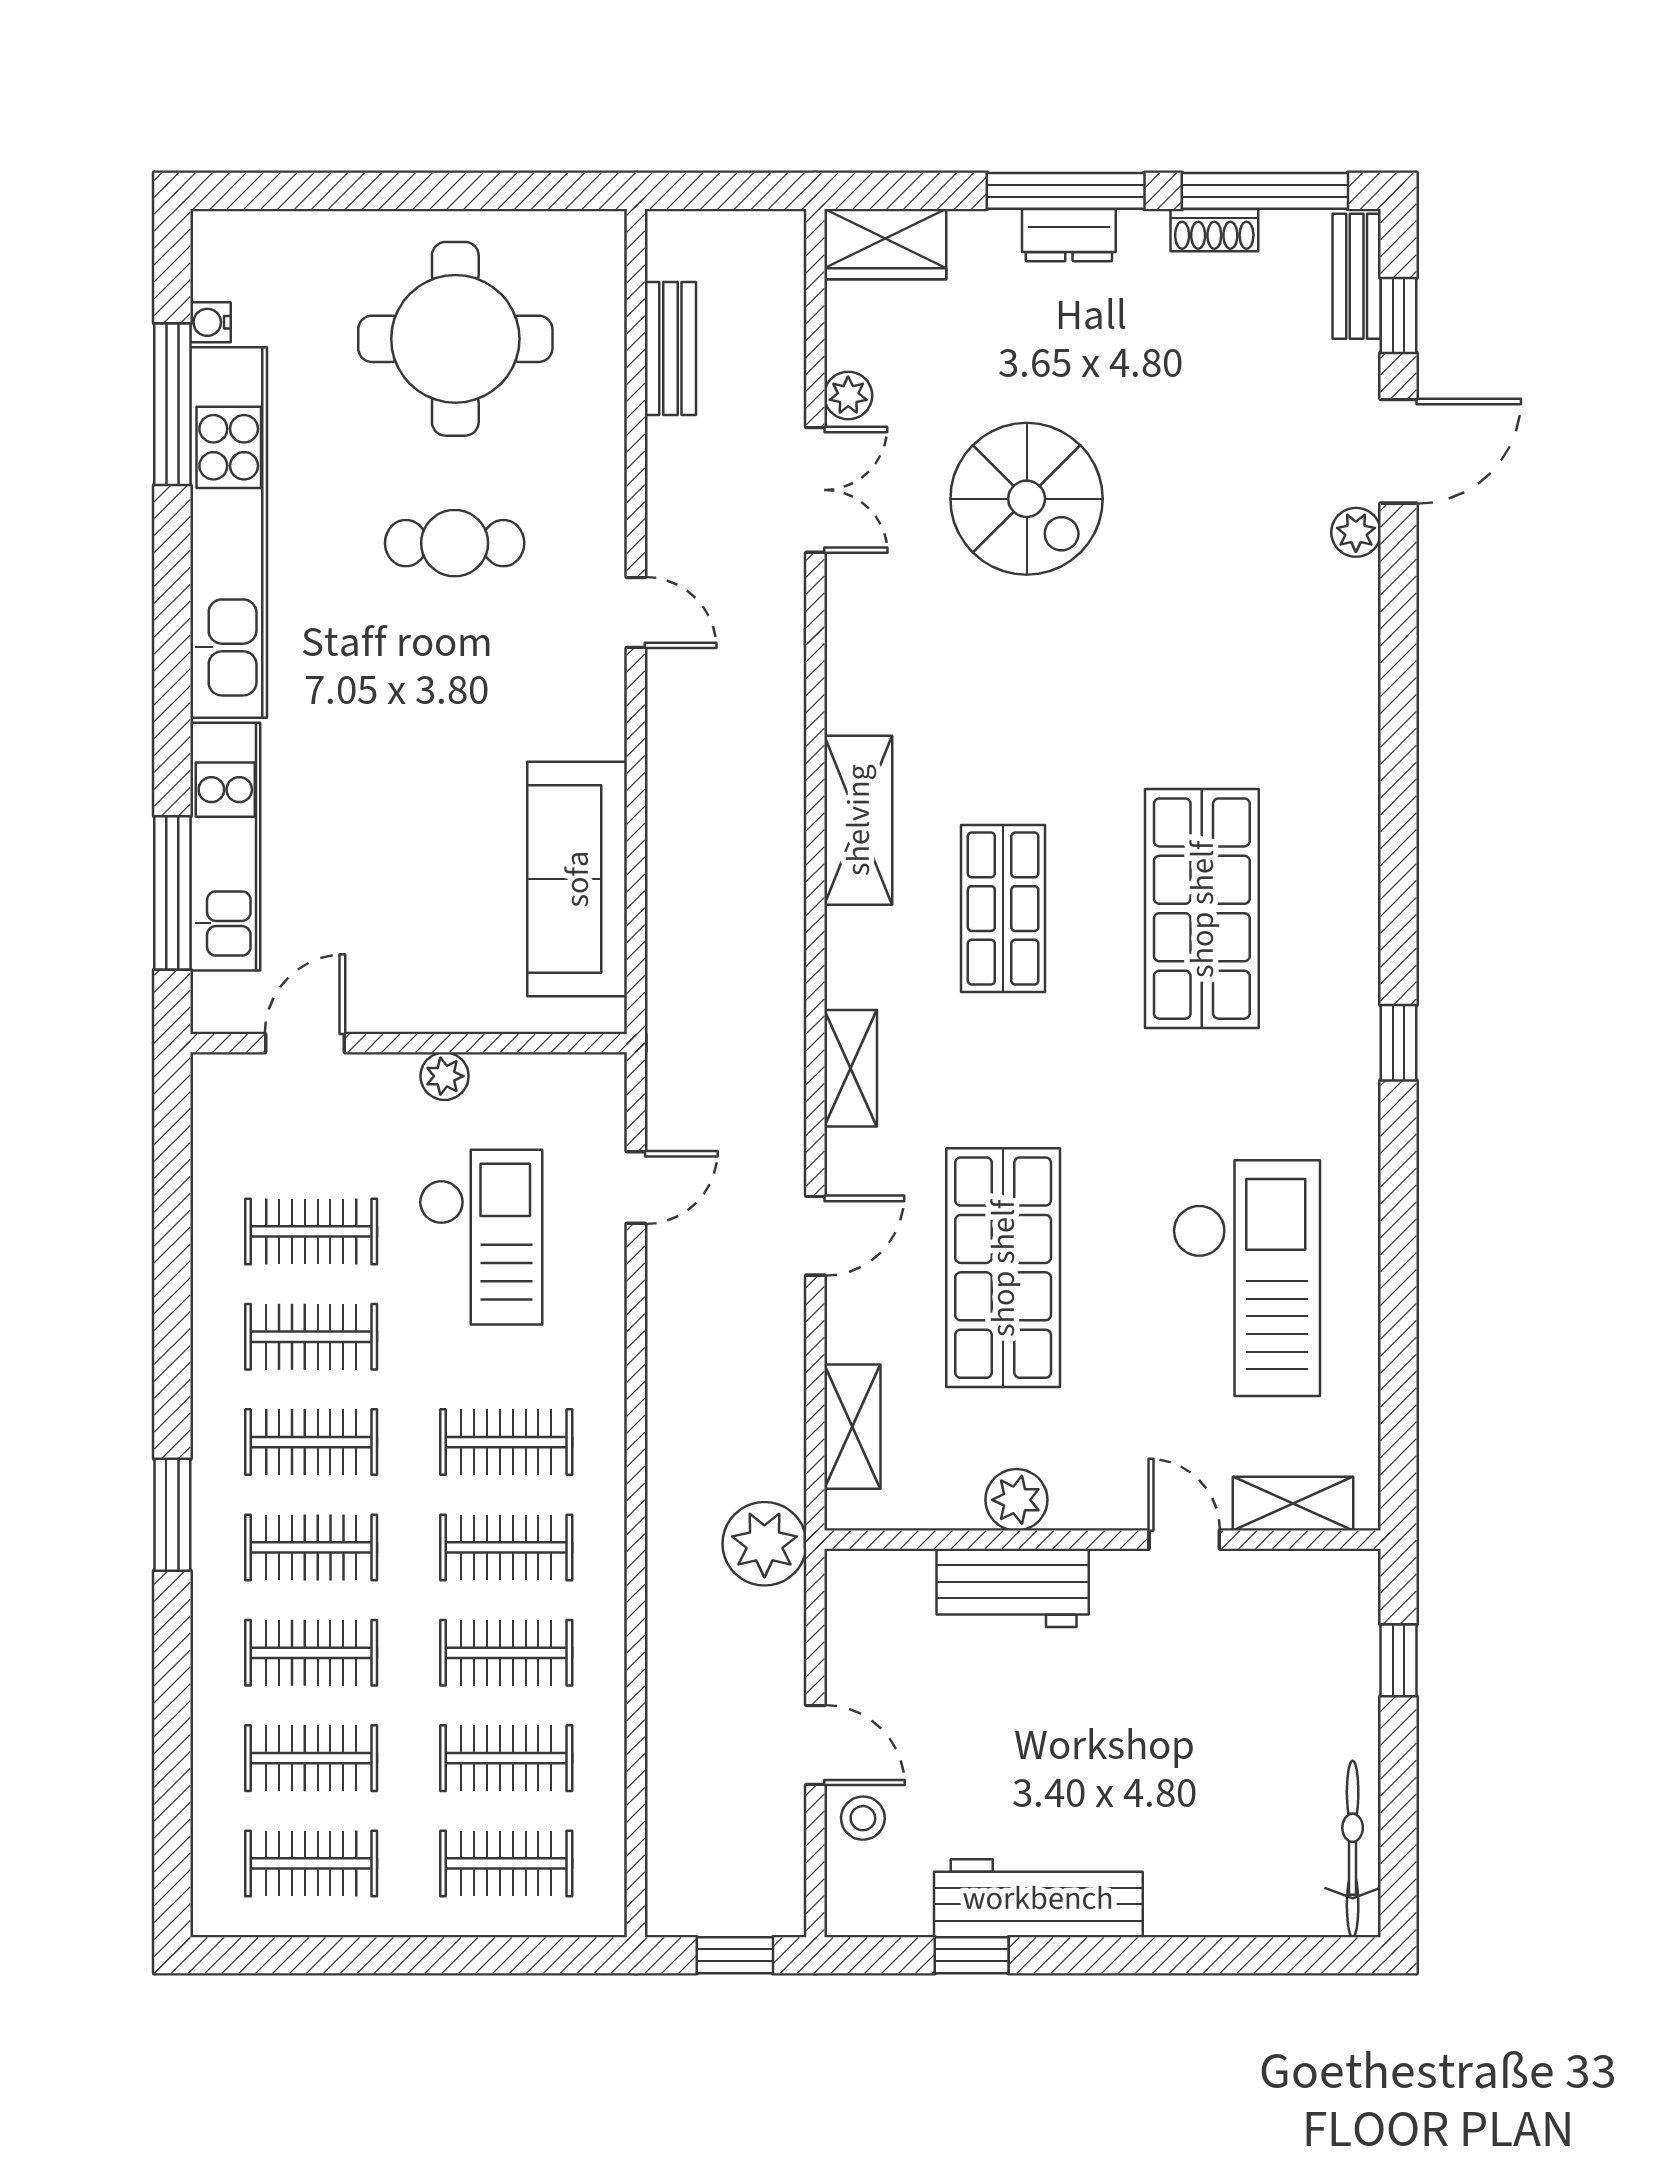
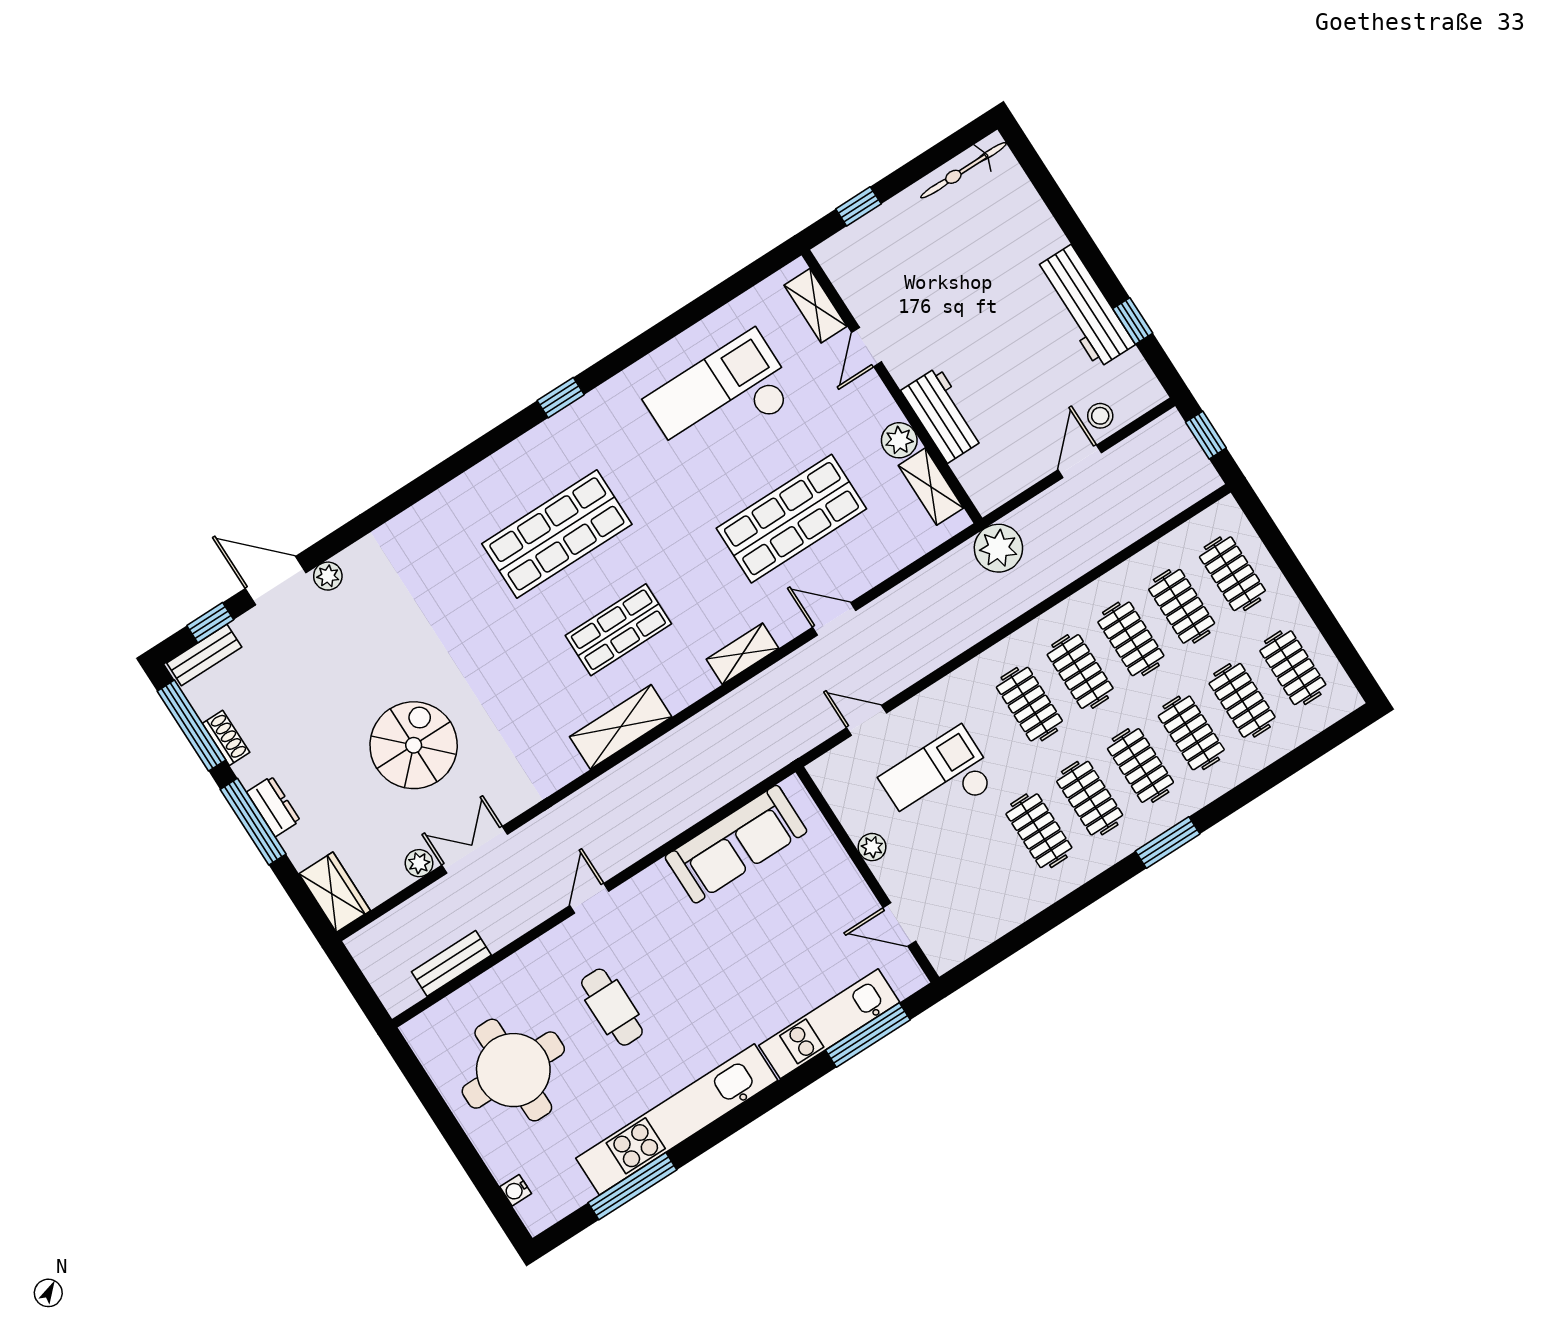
water cooler: (210, 322) -> (516, 1190), moved, turned 90
clothes rail: (311, 1231) -> (988, 863), removed
shelving: (852, 1427) -> (931, 487), moved, turned 90

